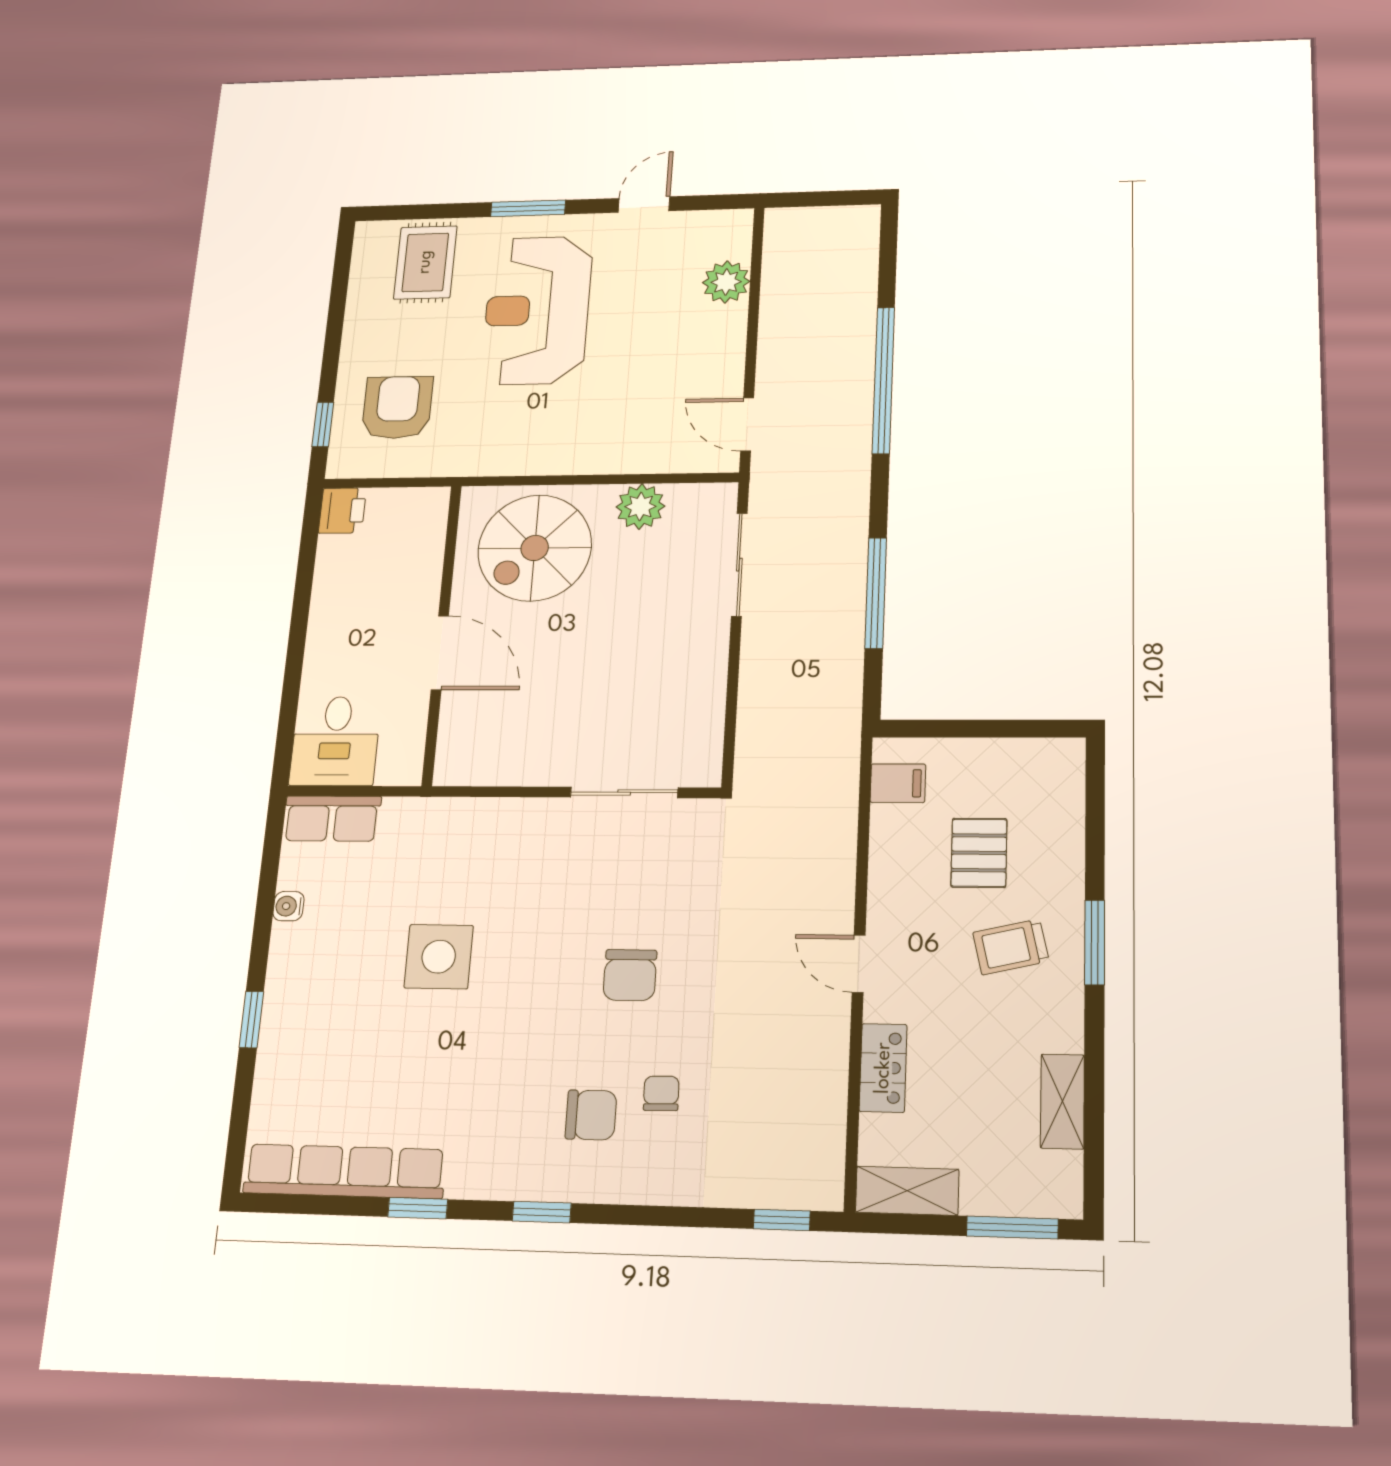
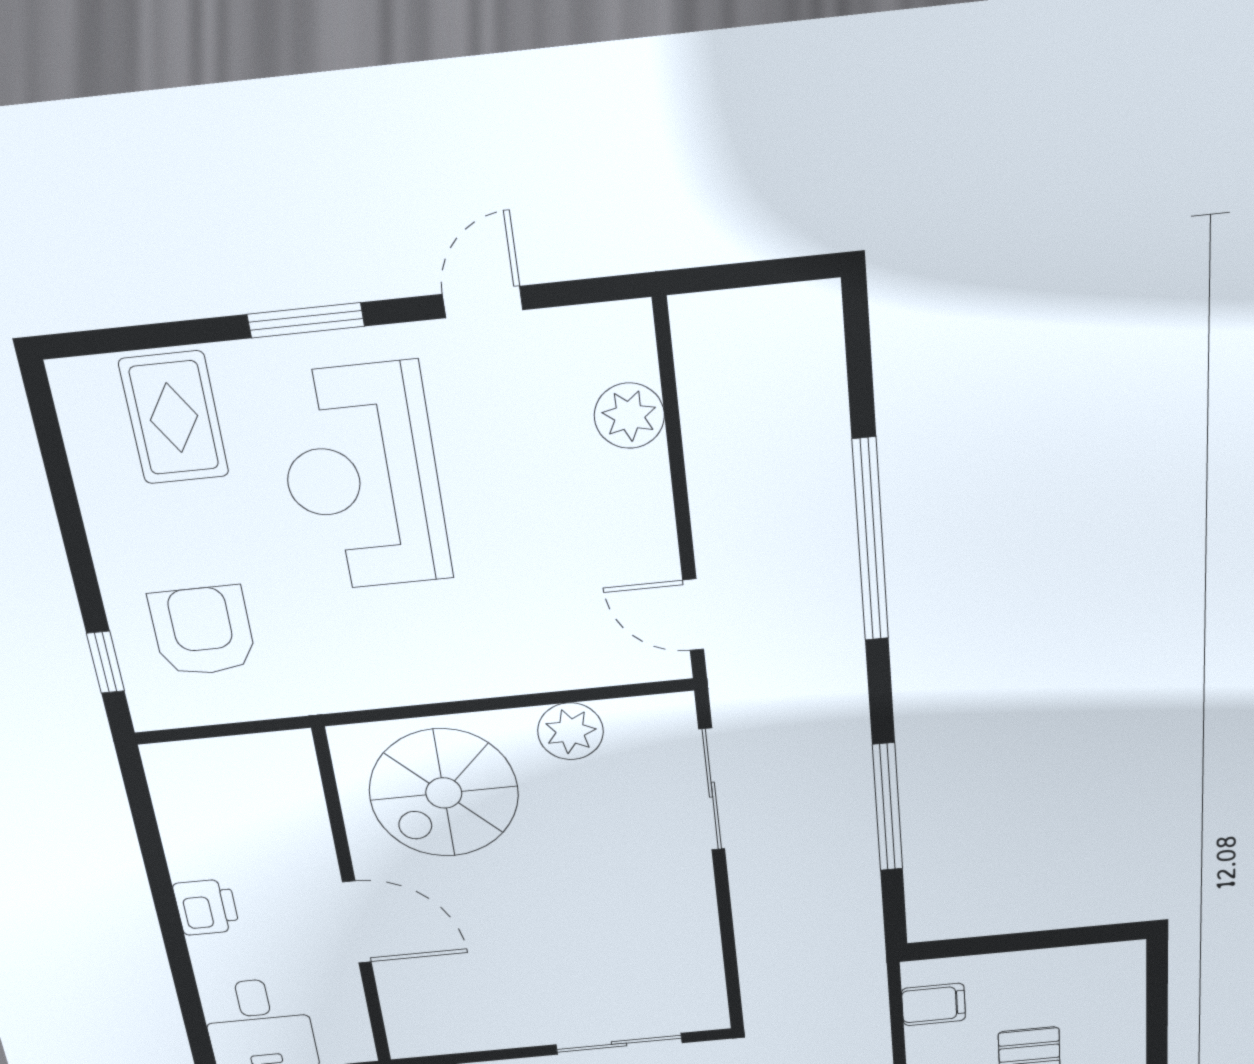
printer: (342, 511) -> (206, 907), moved

